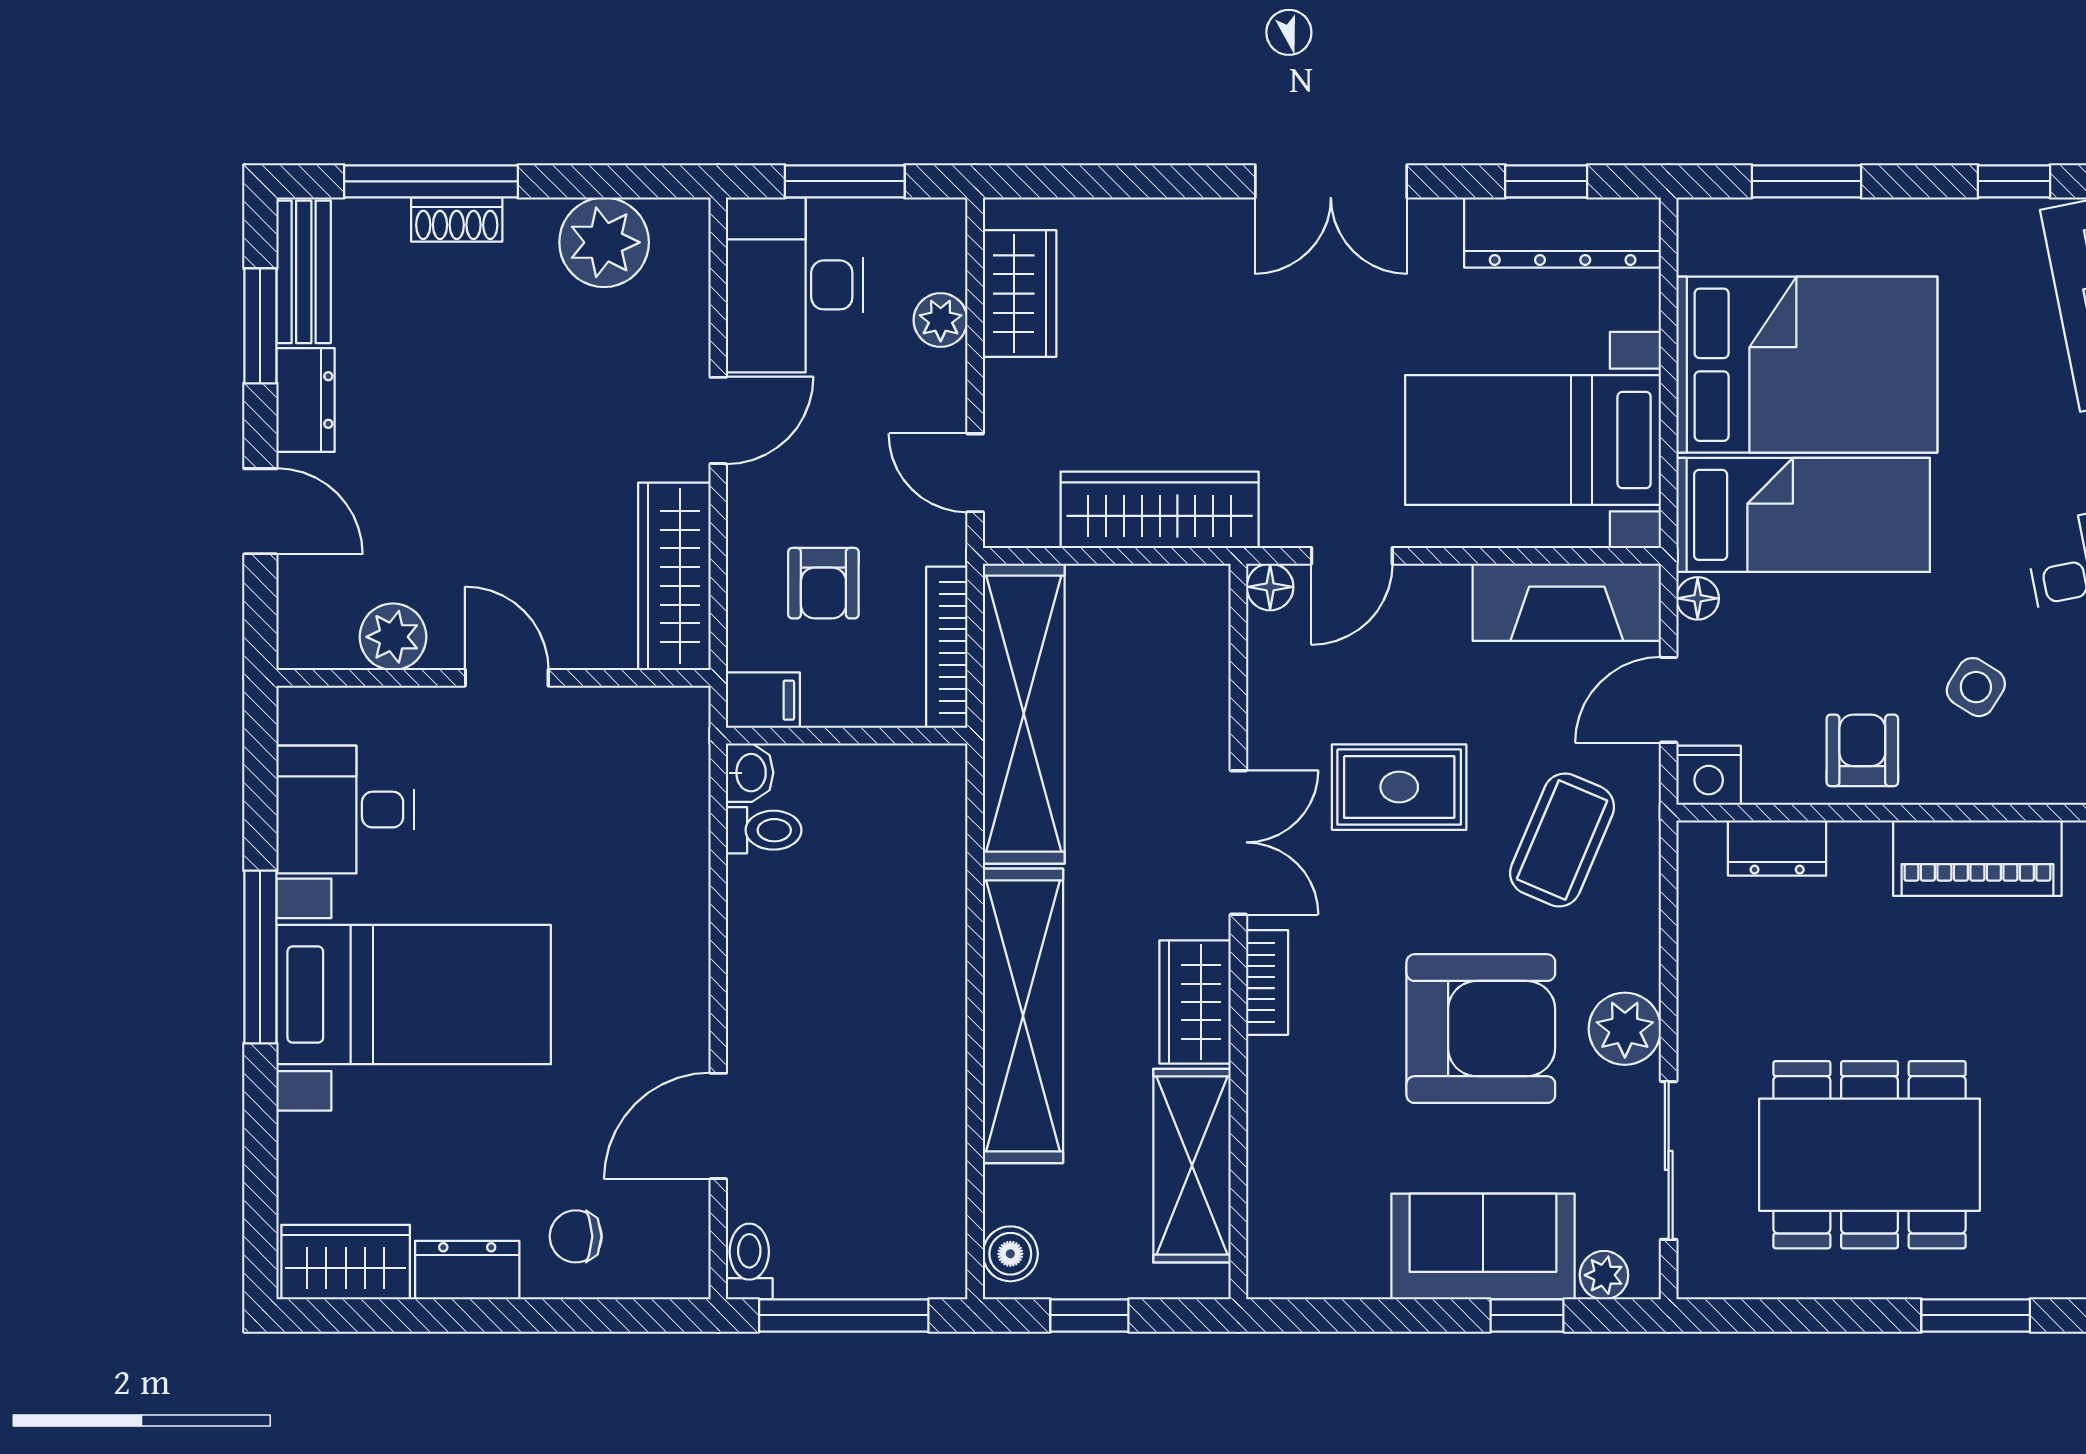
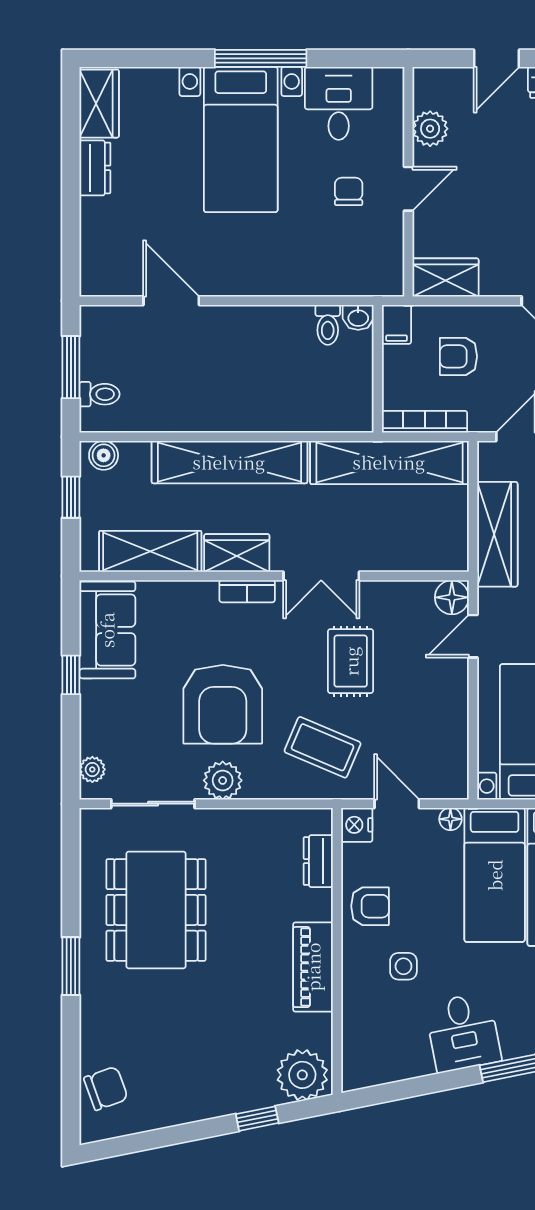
door: (1352, 556) -> (473, 636), hinge flipped
wardrobe: (674, 576) -> (446, 278), width x0.67
floor lamp: (1270, 587) -> (452, 597), width x1.37, depth x1.37
fireplace: (1567, 602) -> (448, 750), removed
side table: (1976, 687) -> (403, 966), turned -32
chair: (576, 1236) -> (349, 191), moved
sofa: (1483, 1246) -> (107, 630), moved
toilet: (749, 1261) -> (100, 394), moved
window: (844, 1315) -> (71, 367), width x0.69
window: (1527, 1315) -> (71, 675), moved

